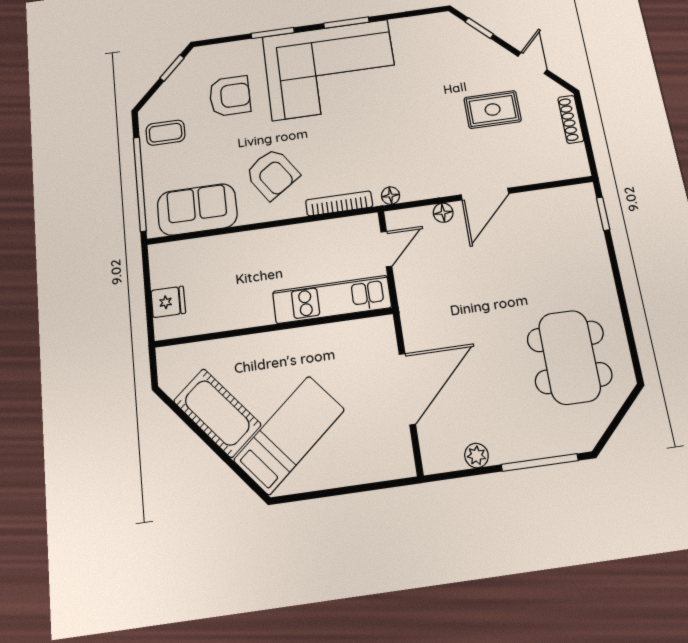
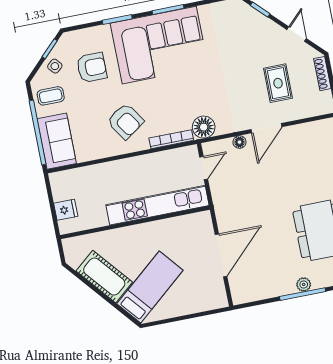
side table: (177, 92) -> (55, 66), added
rug: (493, 110) -> (278, 83), moved, turned 90
floor lamp: (391, 196) -> (204, 127), width x1.89, depth x1.89
sofa: (197, 209) -> (57, 141), moved, turned 90
kitchen unit: (332, 299) -> (157, 205), width x1.36
plant: (476, 456) -> (304, 284), moved

